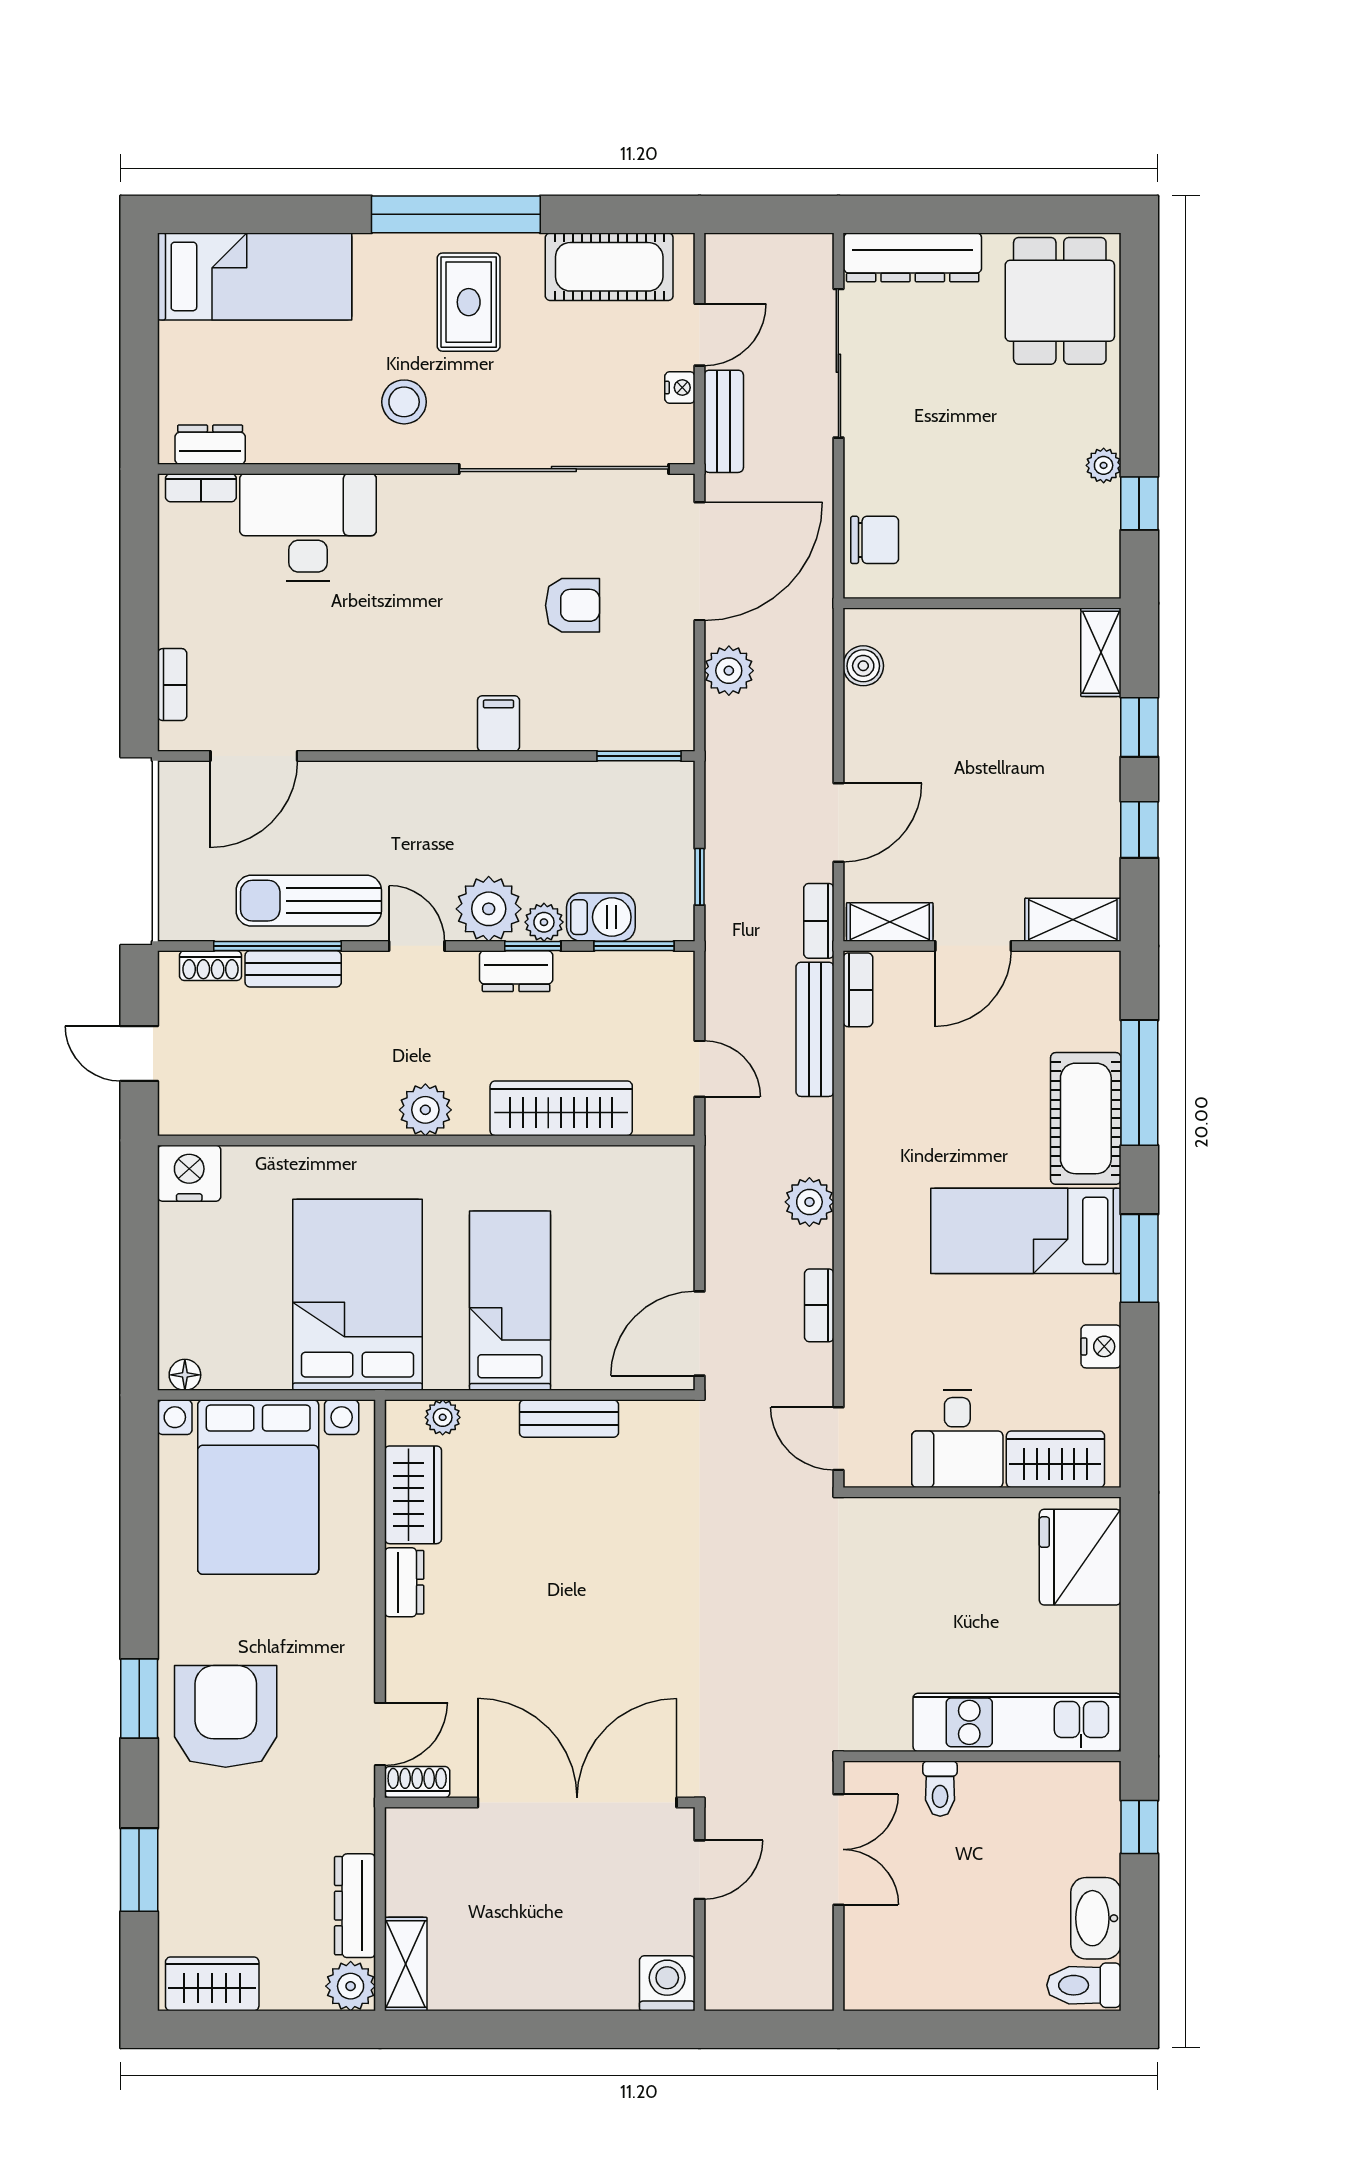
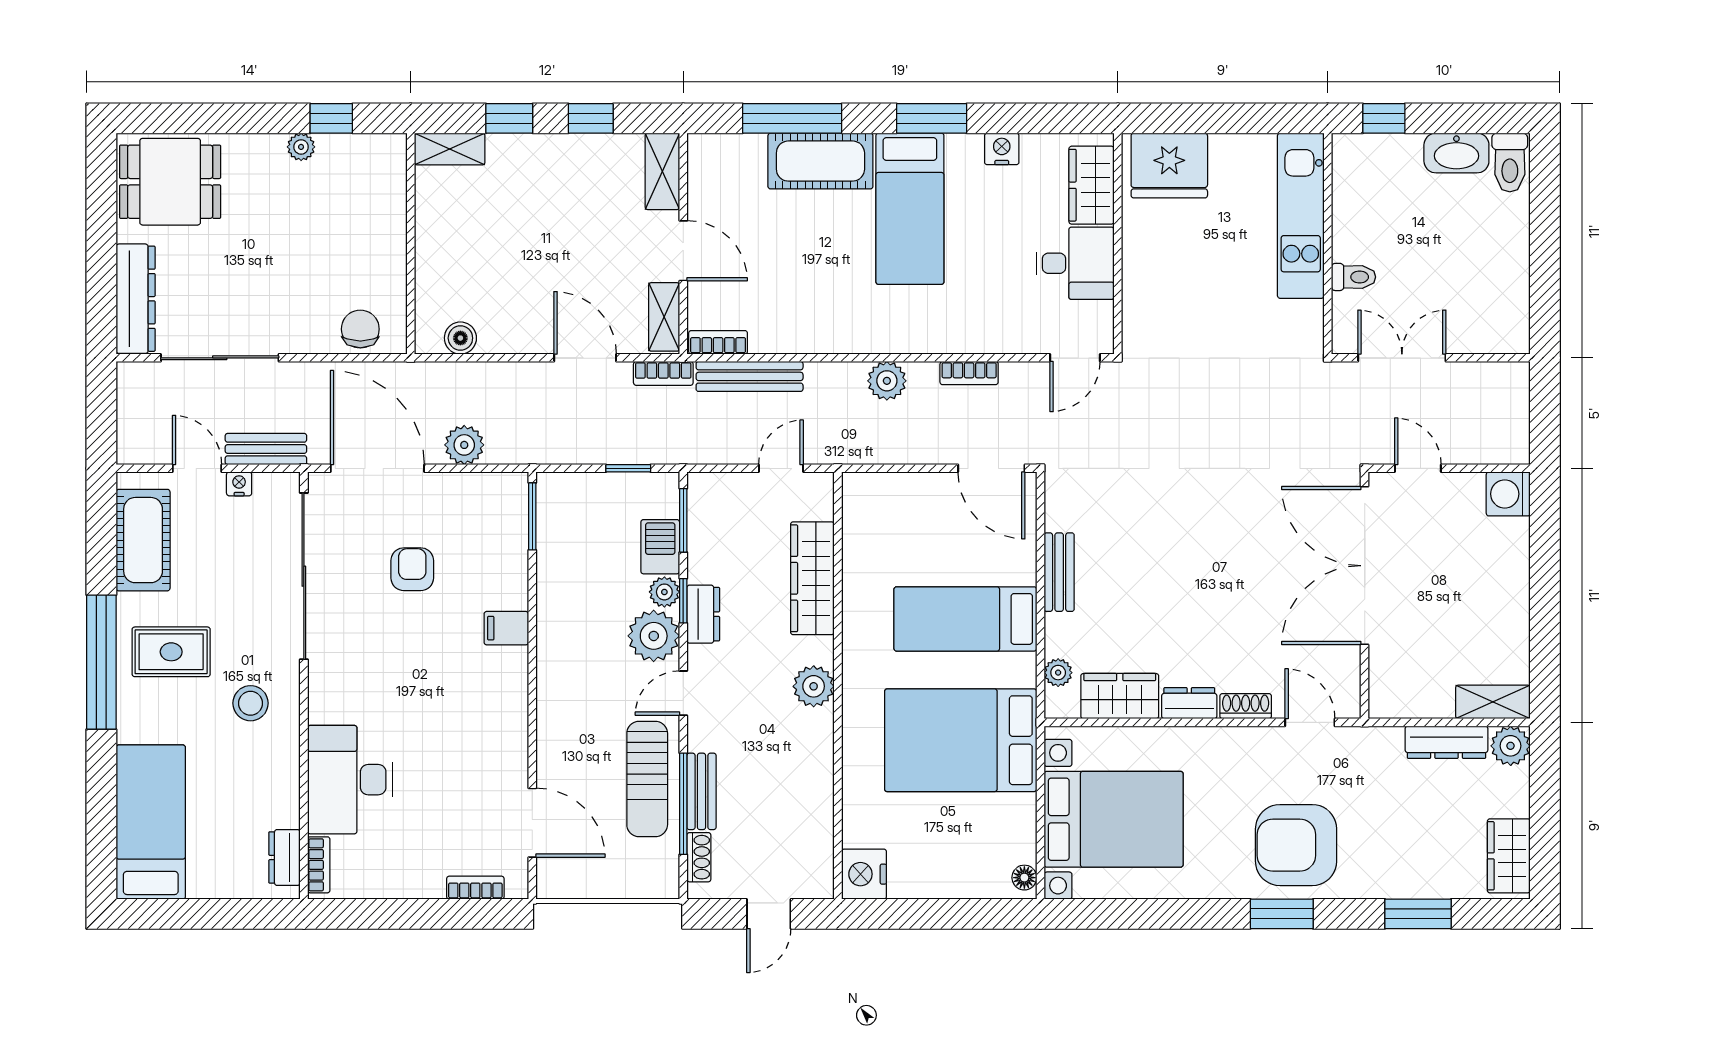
shoe rack: (417, 1782) -> (1246, 706), moved, turned 90

